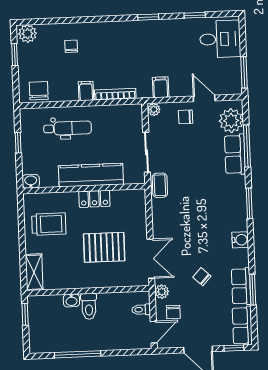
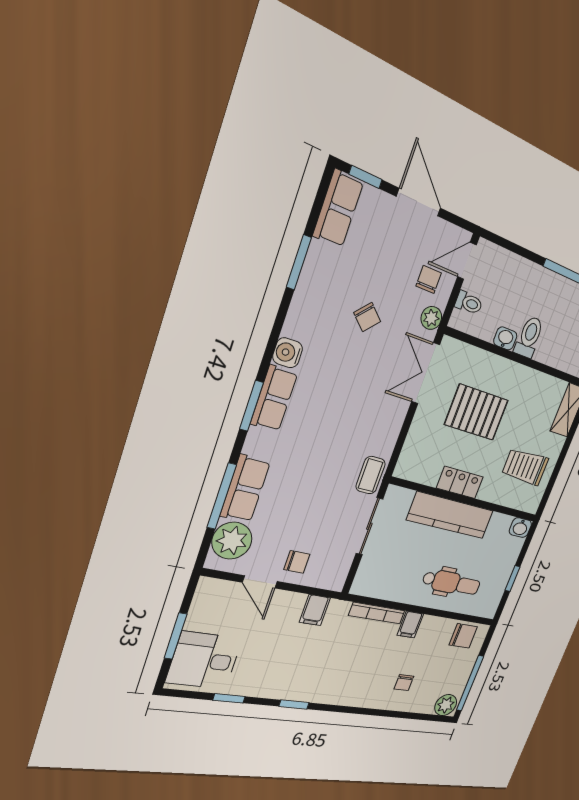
window: (15, 55) -> (470, 683), width x2.17
window: (244, 72) -> (176, 636), moved
chair: (39, 91) -> (463, 636), turned -90
plant: (154, 109) -> (336, 582), removed
dental chair: (68, 128) -> (451, 583), turned 180
row of seats: (241, 286) -> (274, 398), moved
washbasin: (71, 300) -> (505, 338), moved

